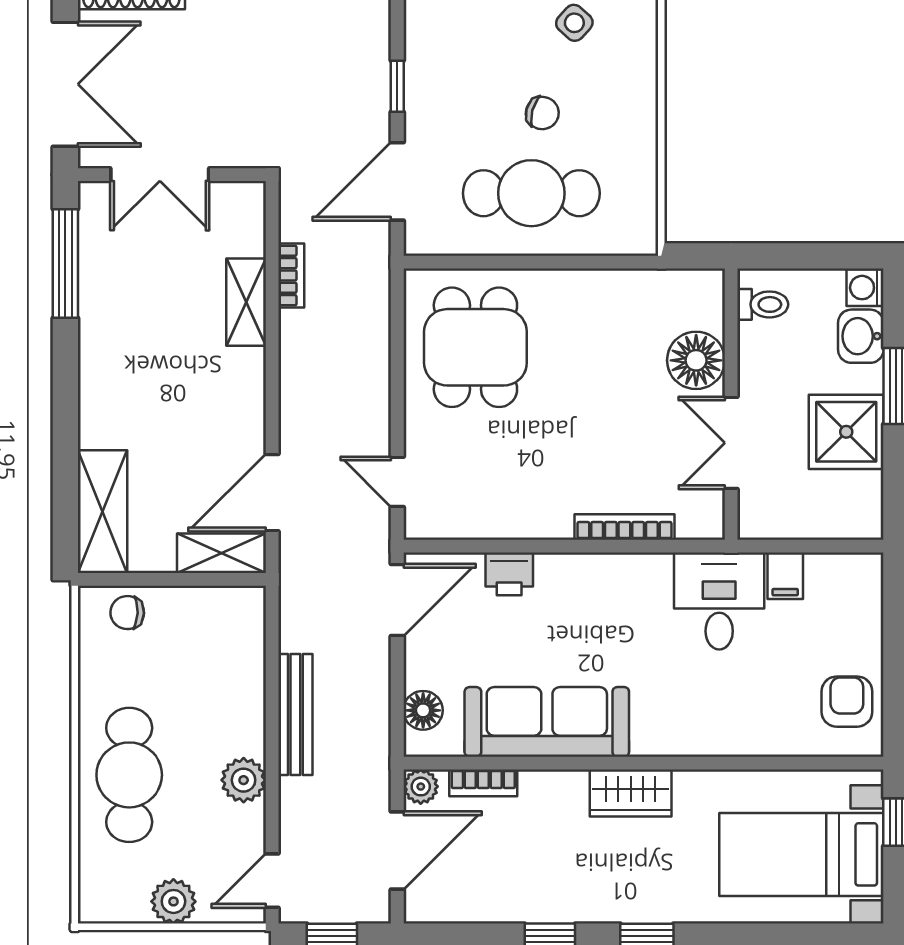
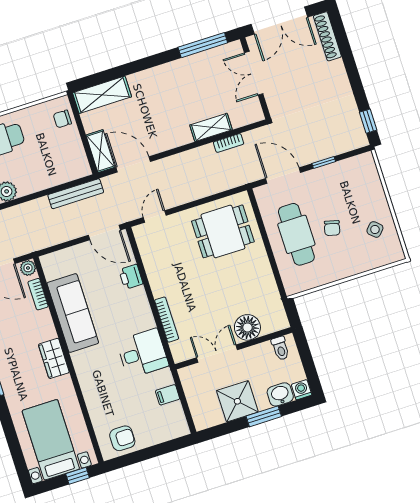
desk: (719, 601) -> (143, 353), moved
chair: (127, 613) -> (62, 119), turned -92
floor lamp: (423, 710) -> (61, 259), removed
bench: (295, 715) -> (76, 194), moved

